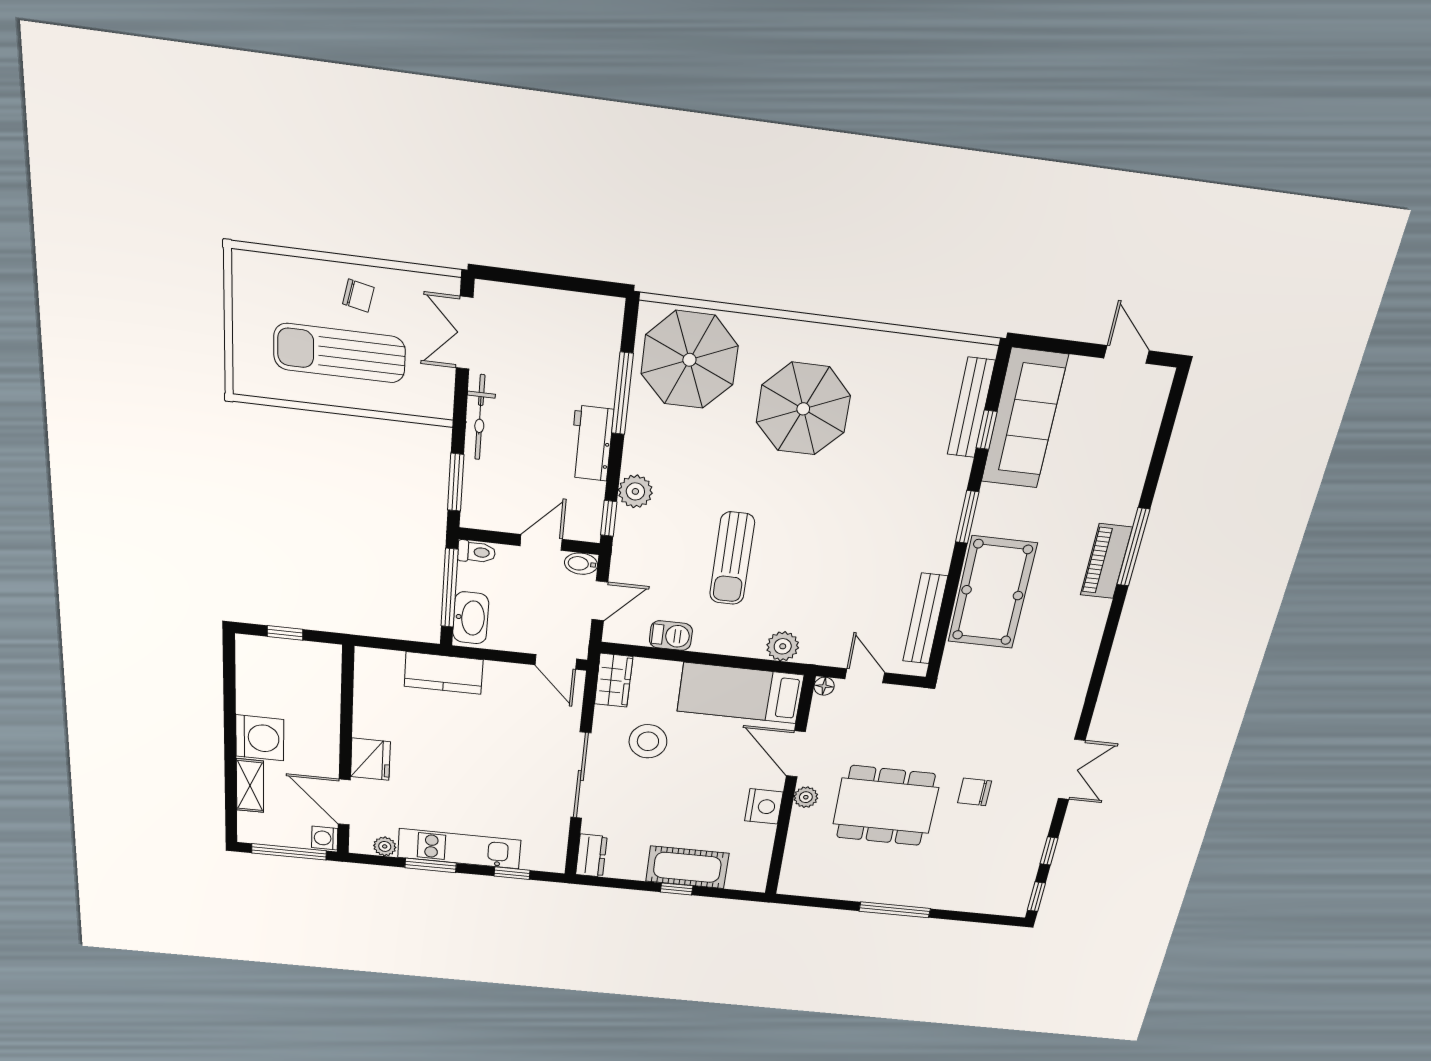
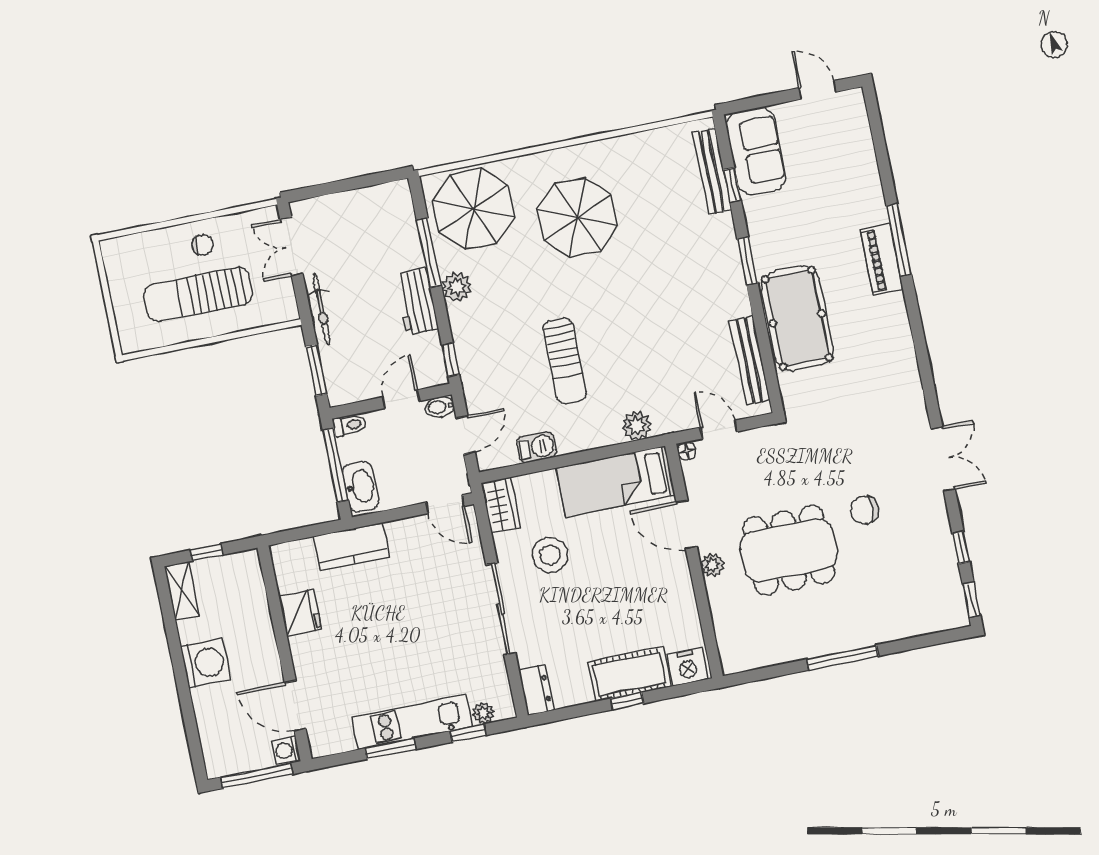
sofa: (1024, 419) -> (756, 151), width x0.73
plant: (635, 491) -> (457, 287), moved
fridge: (370, 759) -> (300, 613), moved
shelving: (250, 786) -> (182, 591), moved
nightstand: (764, 806) -> (688, 667), moved, turned 90
plant: (385, 846) -> (483, 713), moved

